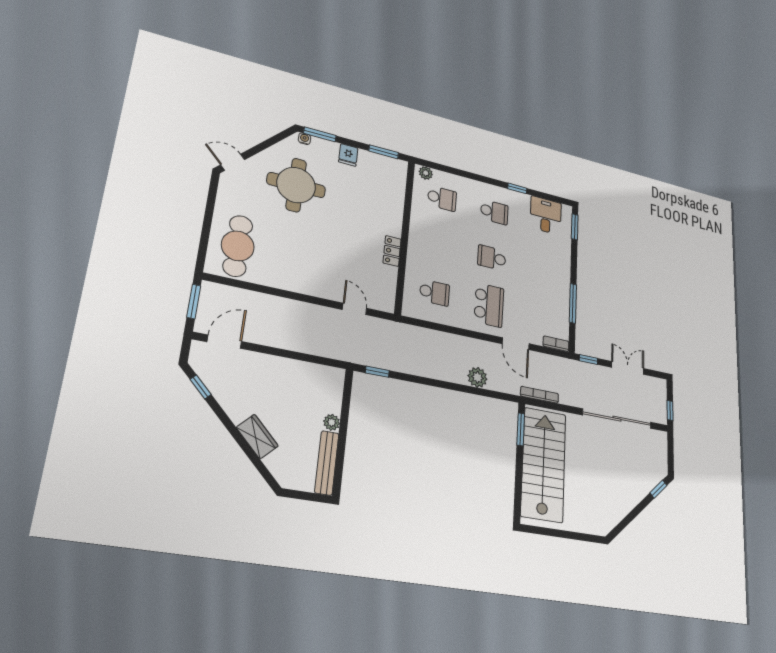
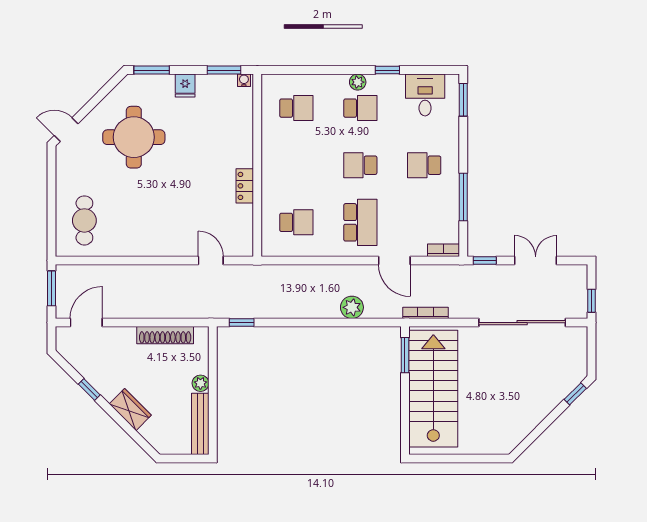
water cooler: (304, 139) -> (244, 80), moved
plant: (426, 173) -> (358, 82), moved
cafe table: (238, 246) -> (84, 220), width x0.73, depth x0.74
school desk: (543, 270) -> (424, 165), added
shoe rack: (302, 369) -> (165, 335), added
window: (201, 387) -> (89, 390), moved

